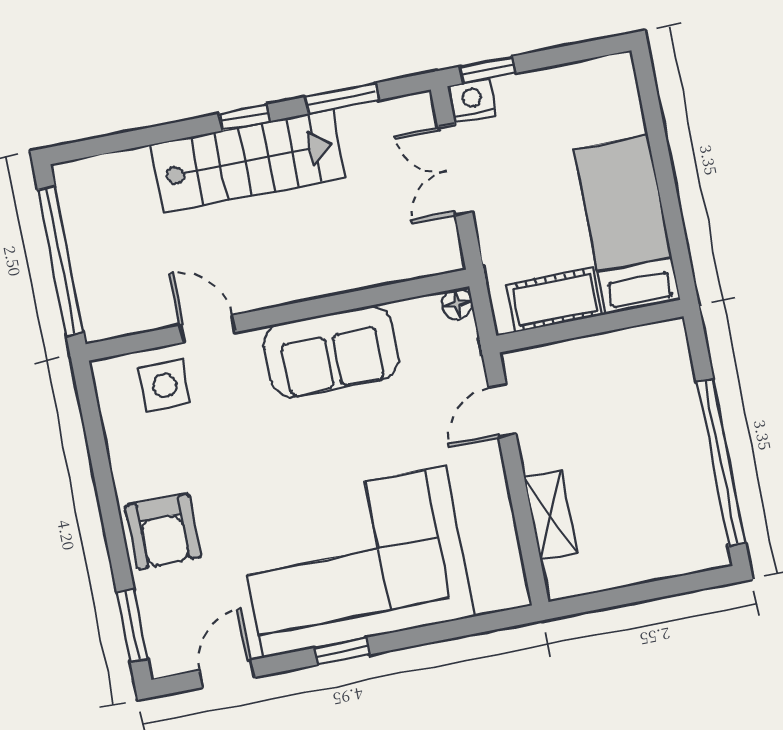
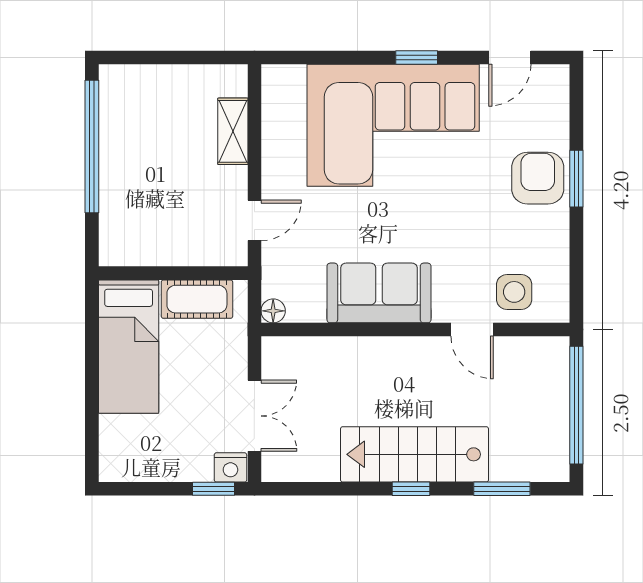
window: (342, 98) -> (502, 489), moved
window: (132, 626) -> (576, 179), moved

